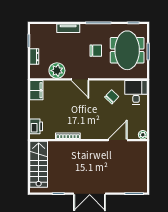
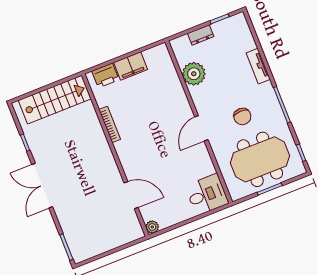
door: (80, 79) -> (201, 128), moved
filing cabinet: (36, 90) -> (131, 66), moved
chair: (112, 97) -> (187, 163), removed

